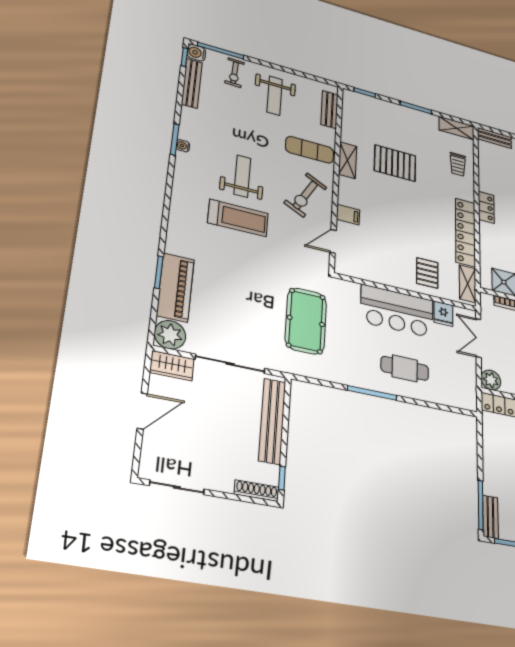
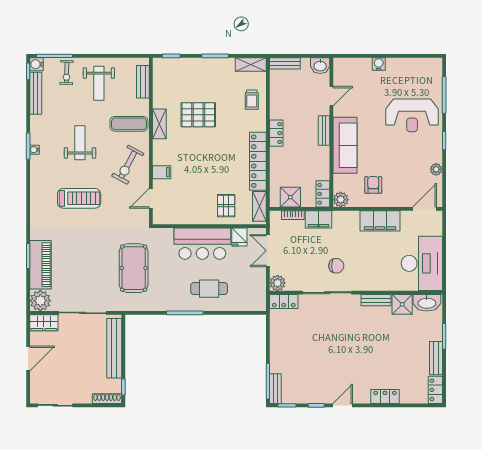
weight bench: (242, 176) -> (80, 143), moved

